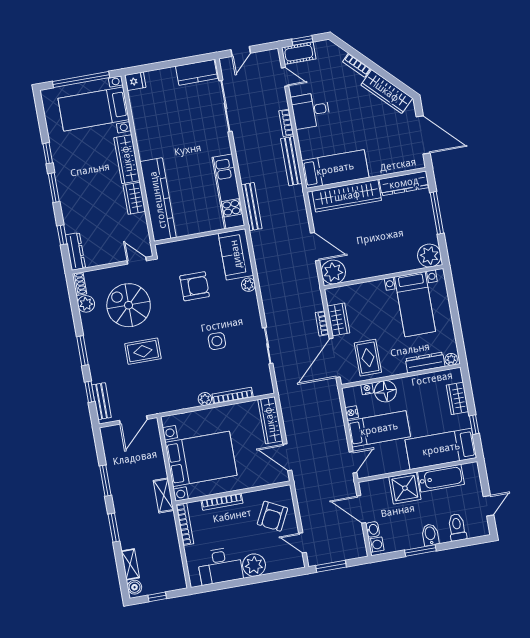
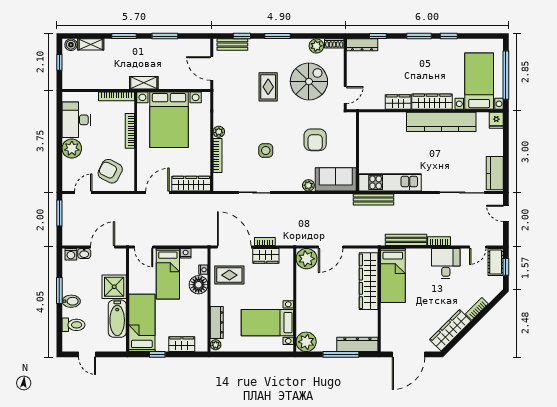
dresser: (404, 183) -> (357, 344), moved, turned 90
kitchen counter: (158, 200) -> (441, 122), moved

